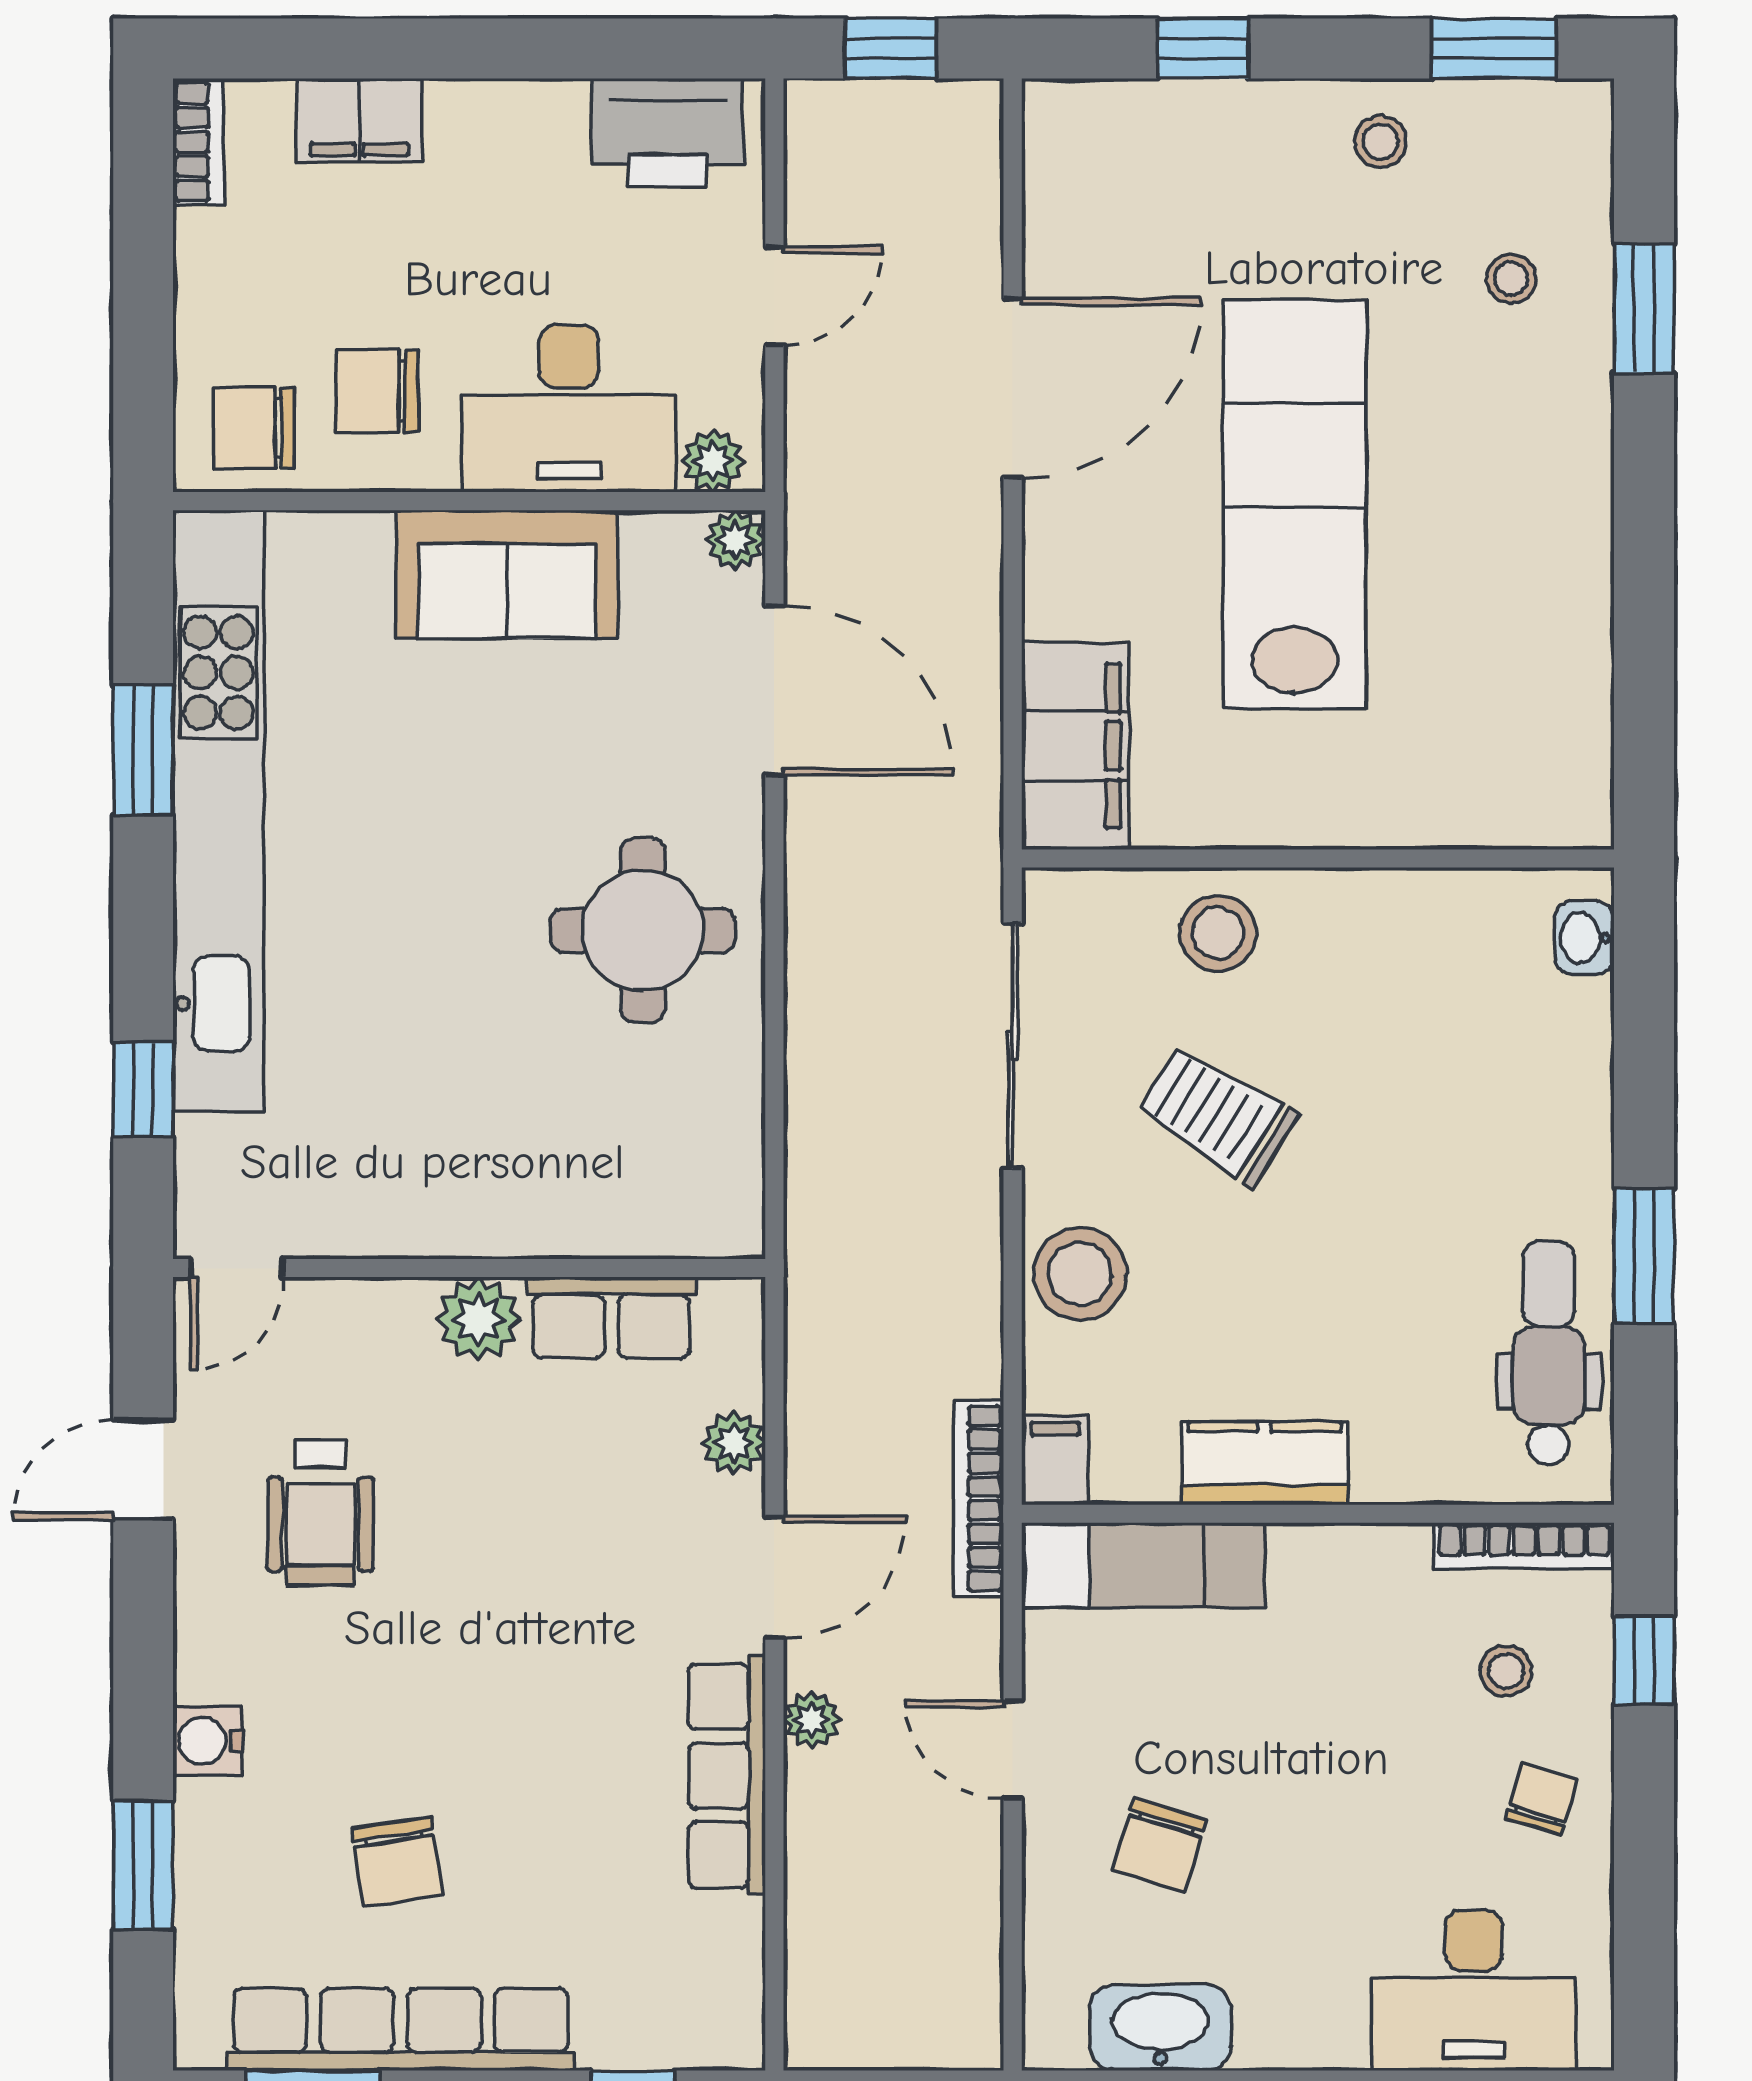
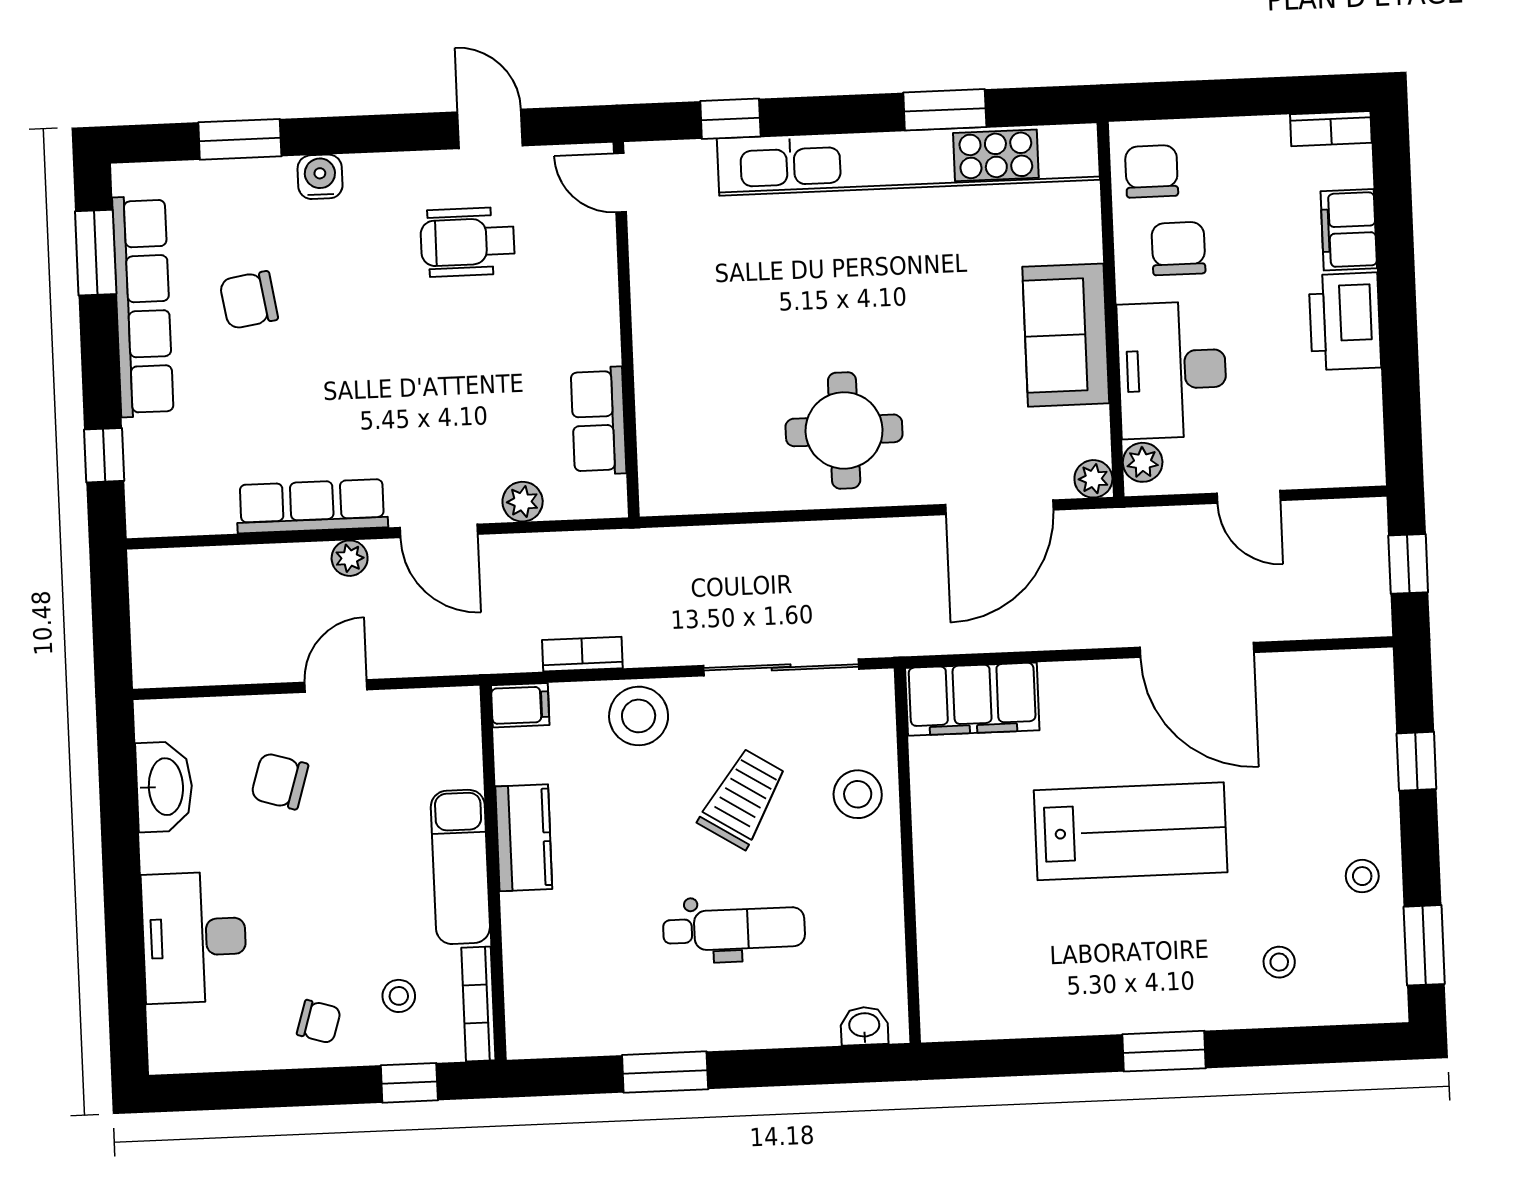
printer: (667, 132) -> (1345, 321), moved
window: (1644, 309) -> (1164, 1051), moved
lab bench: (1295, 505) -> (1131, 831), width x0.73
plant: (478, 1319) -> (594, 337), removed
dental chair: (1549, 1353) -> (734, 929), moved
bookcase: (979, 1498) -> (582, 654), moved, width x0.64
exam couch: (1143, 1565) -> (460, 867), moved
desk: (1474, 1990) -> (194, 937), moved

